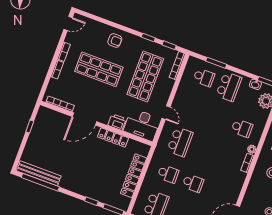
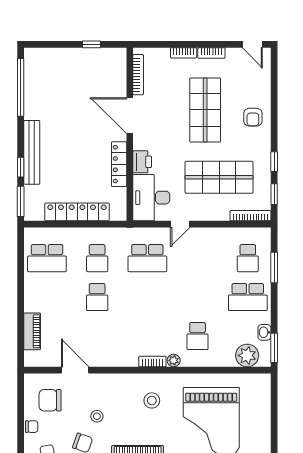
bench: (39, 173) -> (32, 152), moved

